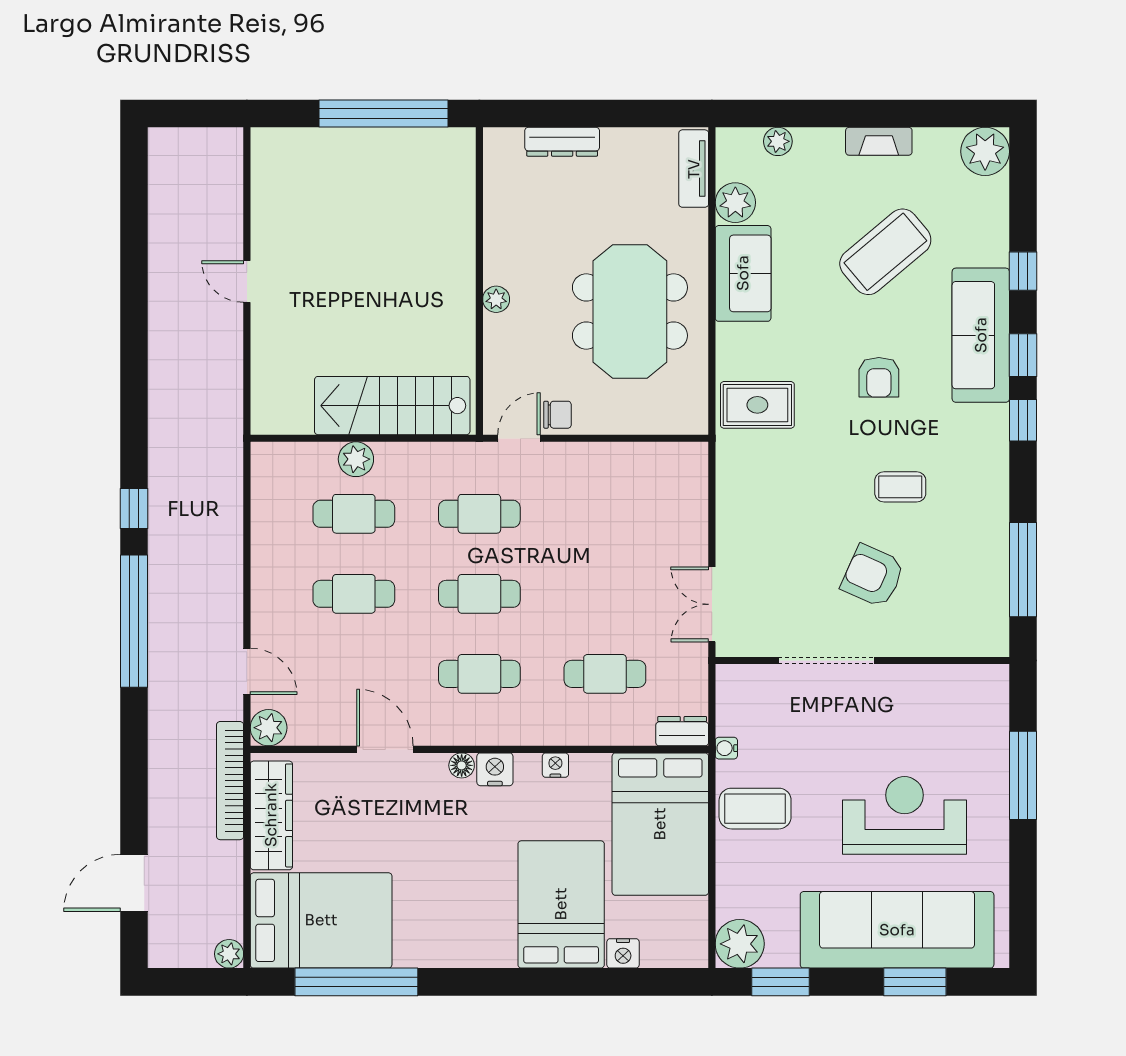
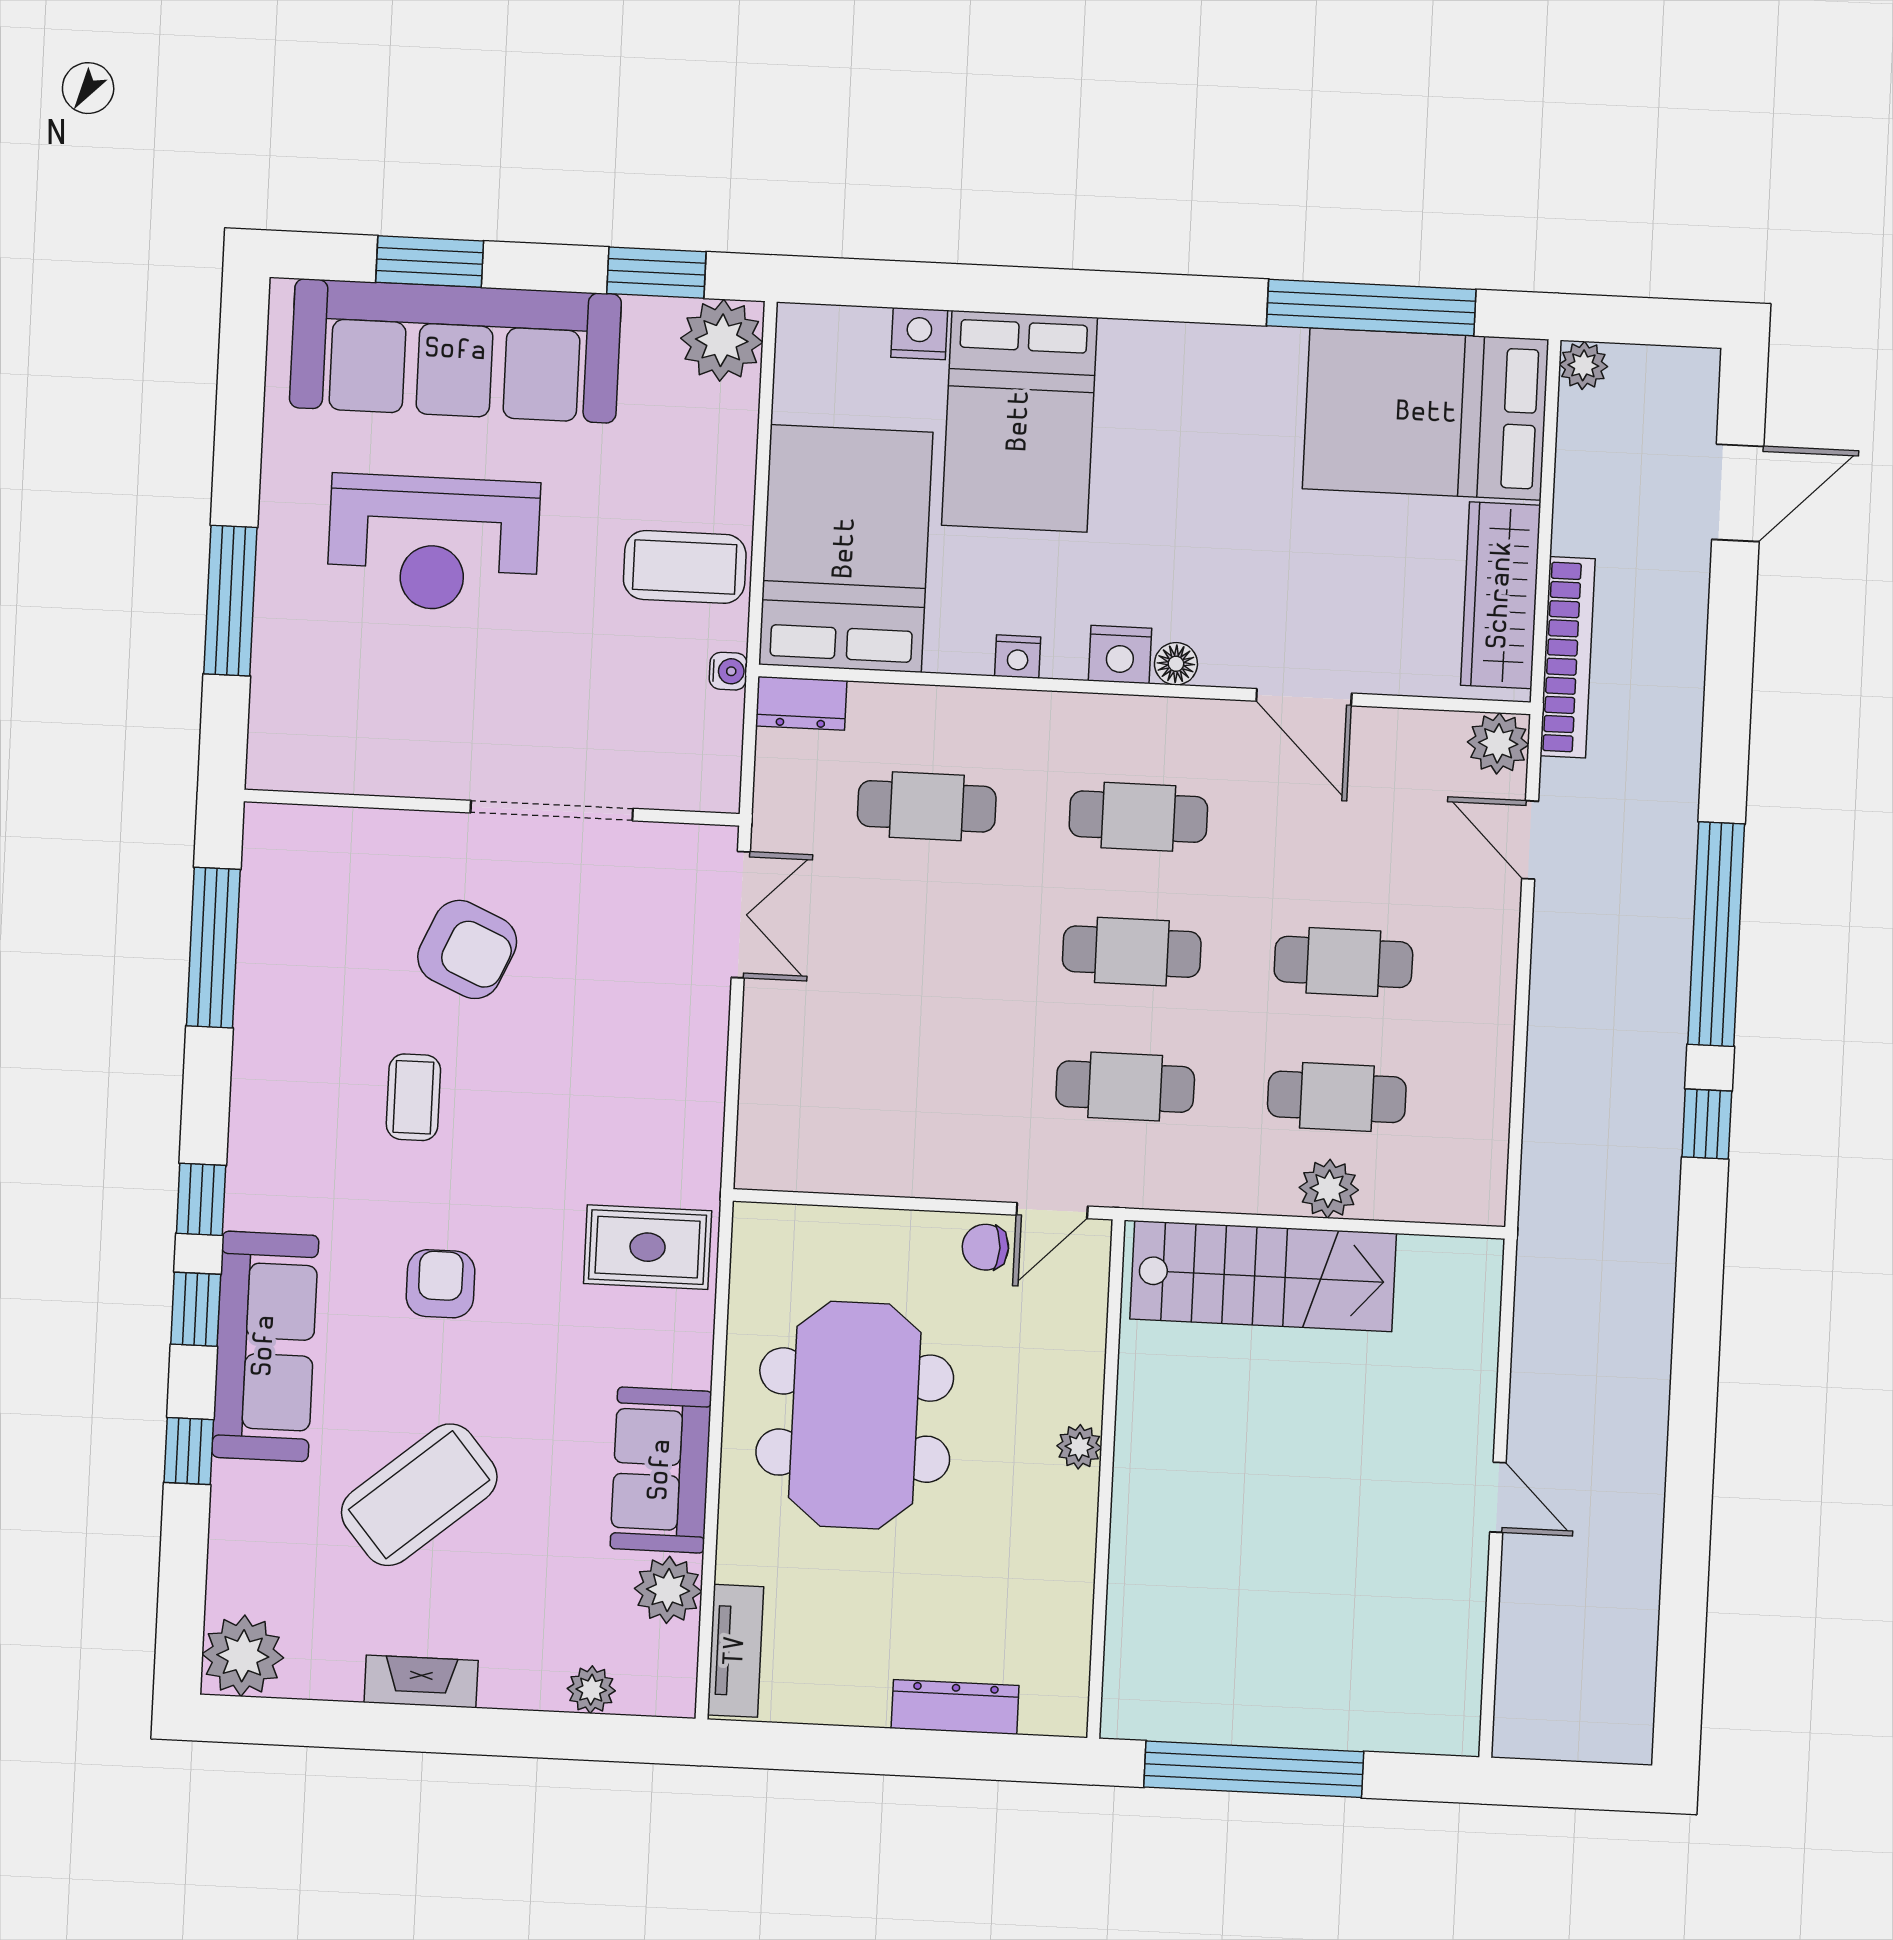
coffee table: (900, 487) -> (413, 1097), turned 90

